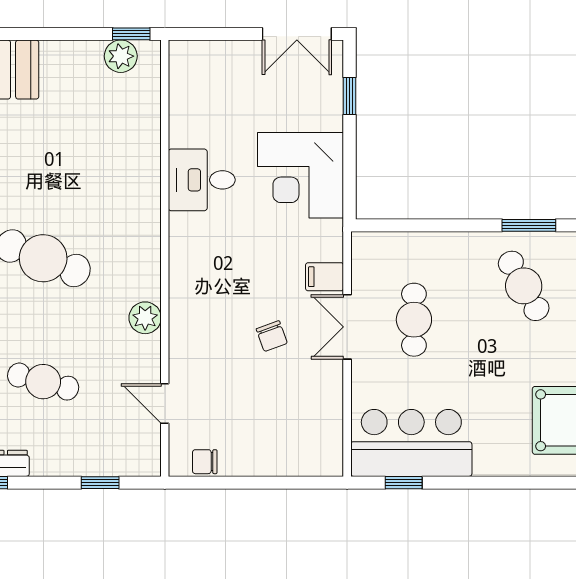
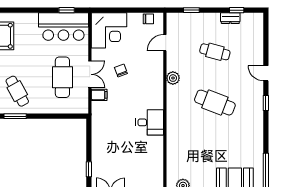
corner desk: (301, 175) -> (109, 30), moved, turned 90
desk: (202, 180) -> (150, 122), moved
cafe table: (414, 320) -> (62, 77), width x1.37, depth x1.35
door: (165, 403) -> (165, 43), swing flipped

